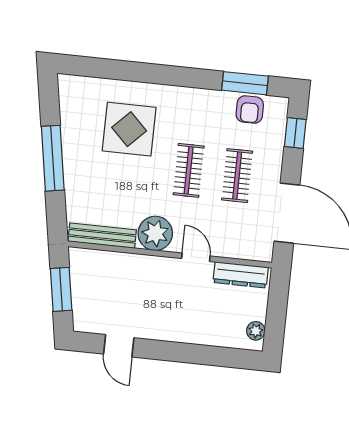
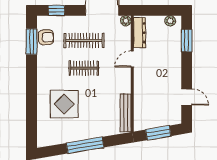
clothes rail: (237, 176) -> (84, 41), width x1.36
plant: (155, 233) -> (126, 21), moved, width x0.53, depth x0.53
door: (119, 346) -> (187, 97), hinge flipped
window: (218, 356) -> (187, 41), added

